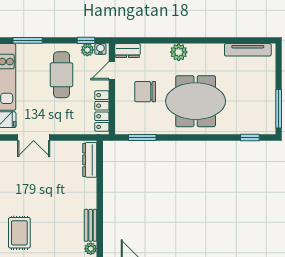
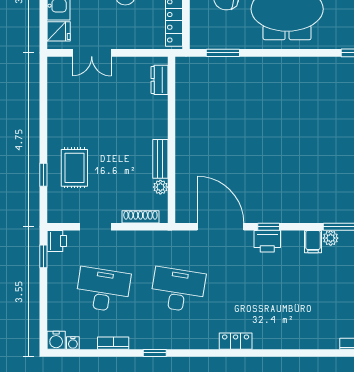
dresser: (90, 160) -> (159, 80), width x0.70

